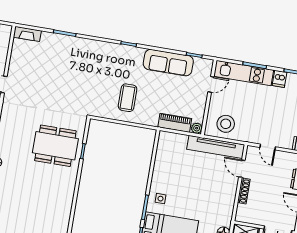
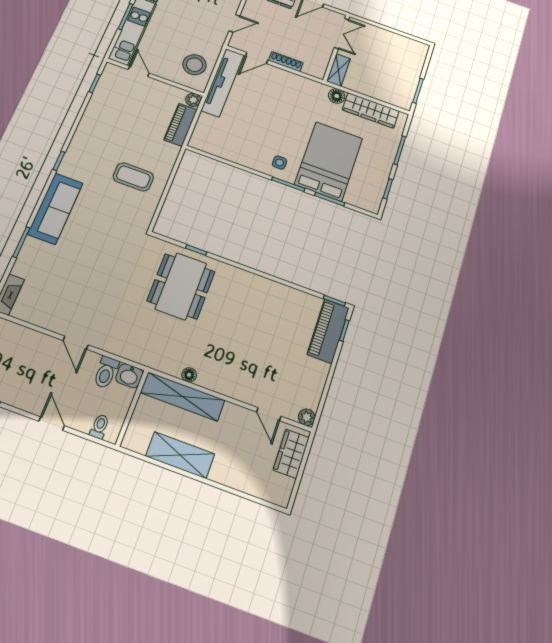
sofa: (168, 63) -> (55, 208), moved

